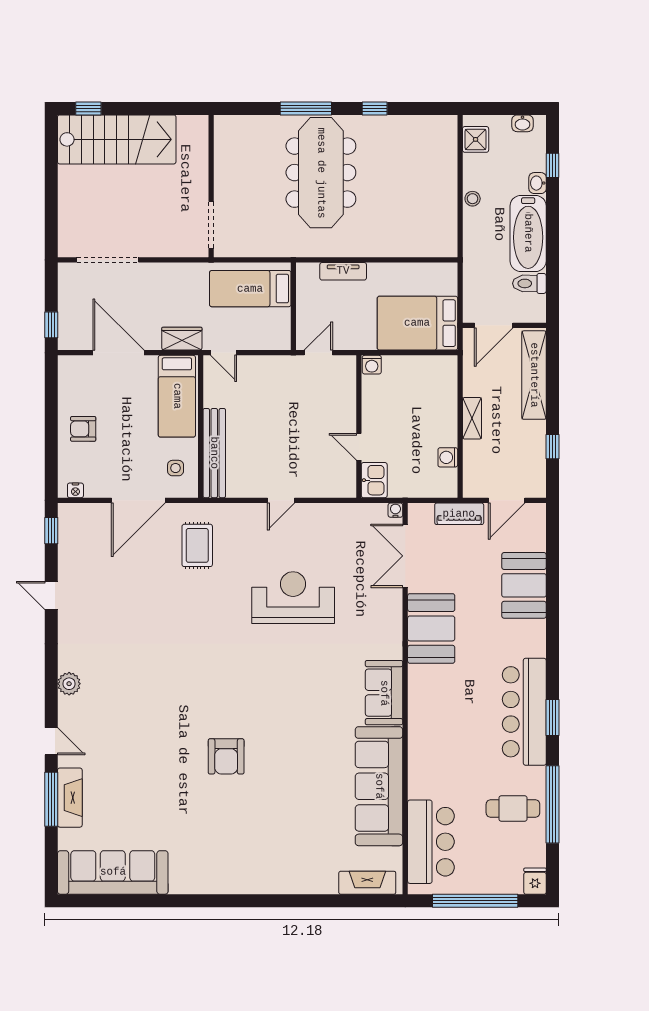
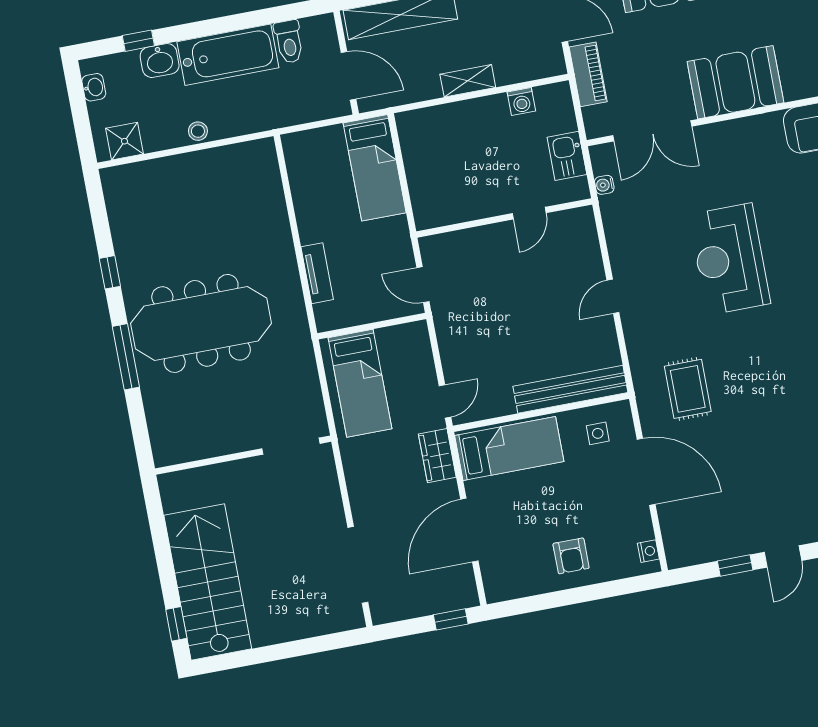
washbasin: (538, 183) -> (160, 61), width x1.38, depth x1.45
bed: (417, 323) -> (375, 168), width x0.67
washing machine: (372, 365) -> (425, 216), removed
kitchen sink: (374, 480) -> (567, 156), moved, turned -90
door: (281, 500) -> (613, 296), swing flipped
water cooler: (395, 510) -> (604, 185), moved
window: (51, 531) -> (735, 566), moved
rug: (197, 545) -> (688, 389), turned 90

